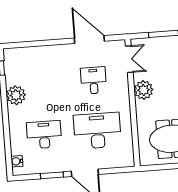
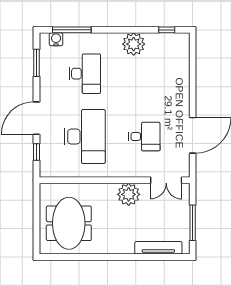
window: (8, 149) -> (72, 30), added
window: (114, 171) -> (36, 152), added
window: (52, 175) -> (36, 63), moved

